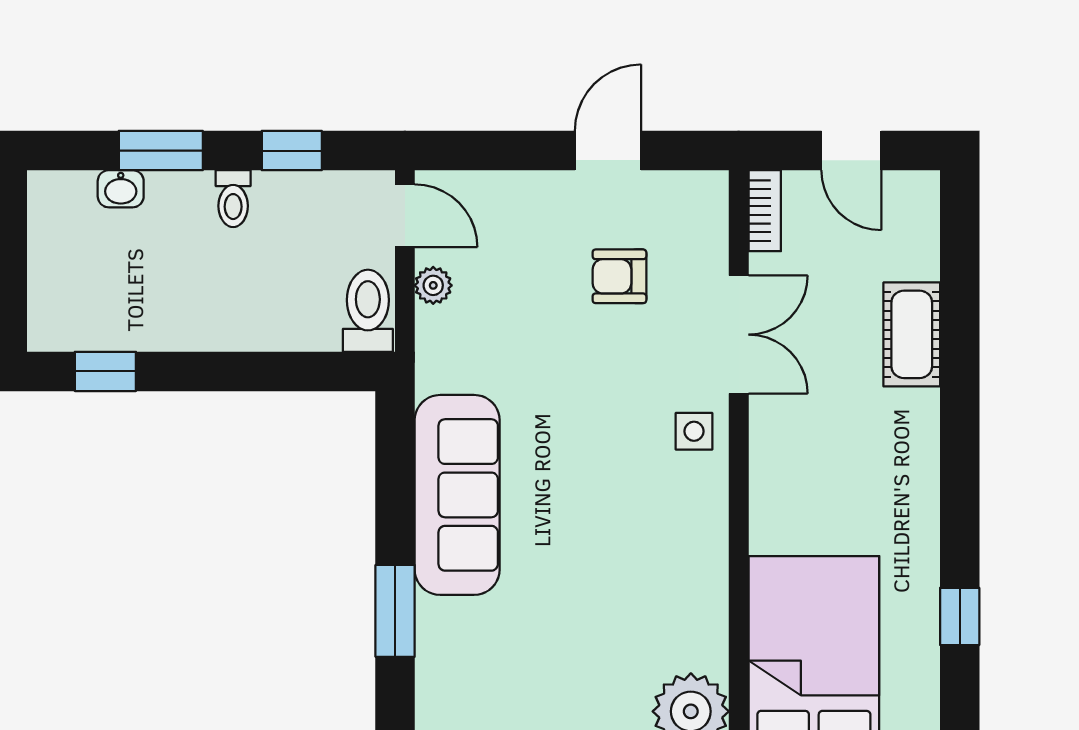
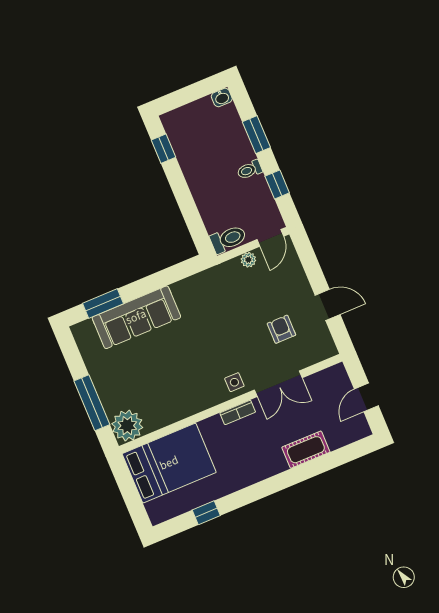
washbasin: (121, 189) -> (222, 97), moved, turned -90
bookcase: (765, 211) -> (238, 412), moved
sofa: (457, 495) -> (136, 317), moved
window: (395, 611) -> (103, 303), moved

